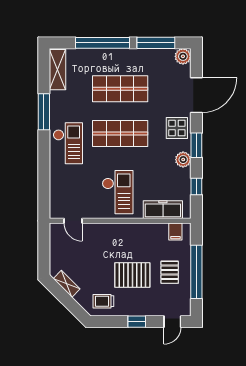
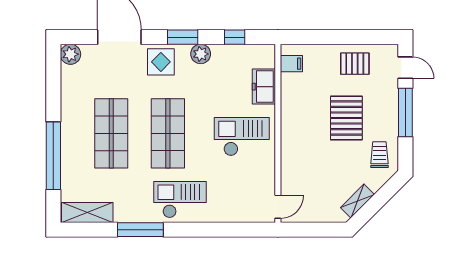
window: (156, 43) -> (53, 88), removed
freezer: (163, 210) -> (264, 87), width x0.71
door: (73, 221) -> (278, 207), moved
pallet: (170, 272) -> (355, 64), moved
window: (196, 272) -> (342, 37), removed
trolley: (103, 301) -> (379, 155), turned 180
window: (137, 322) -> (405, 113), width x2.17

